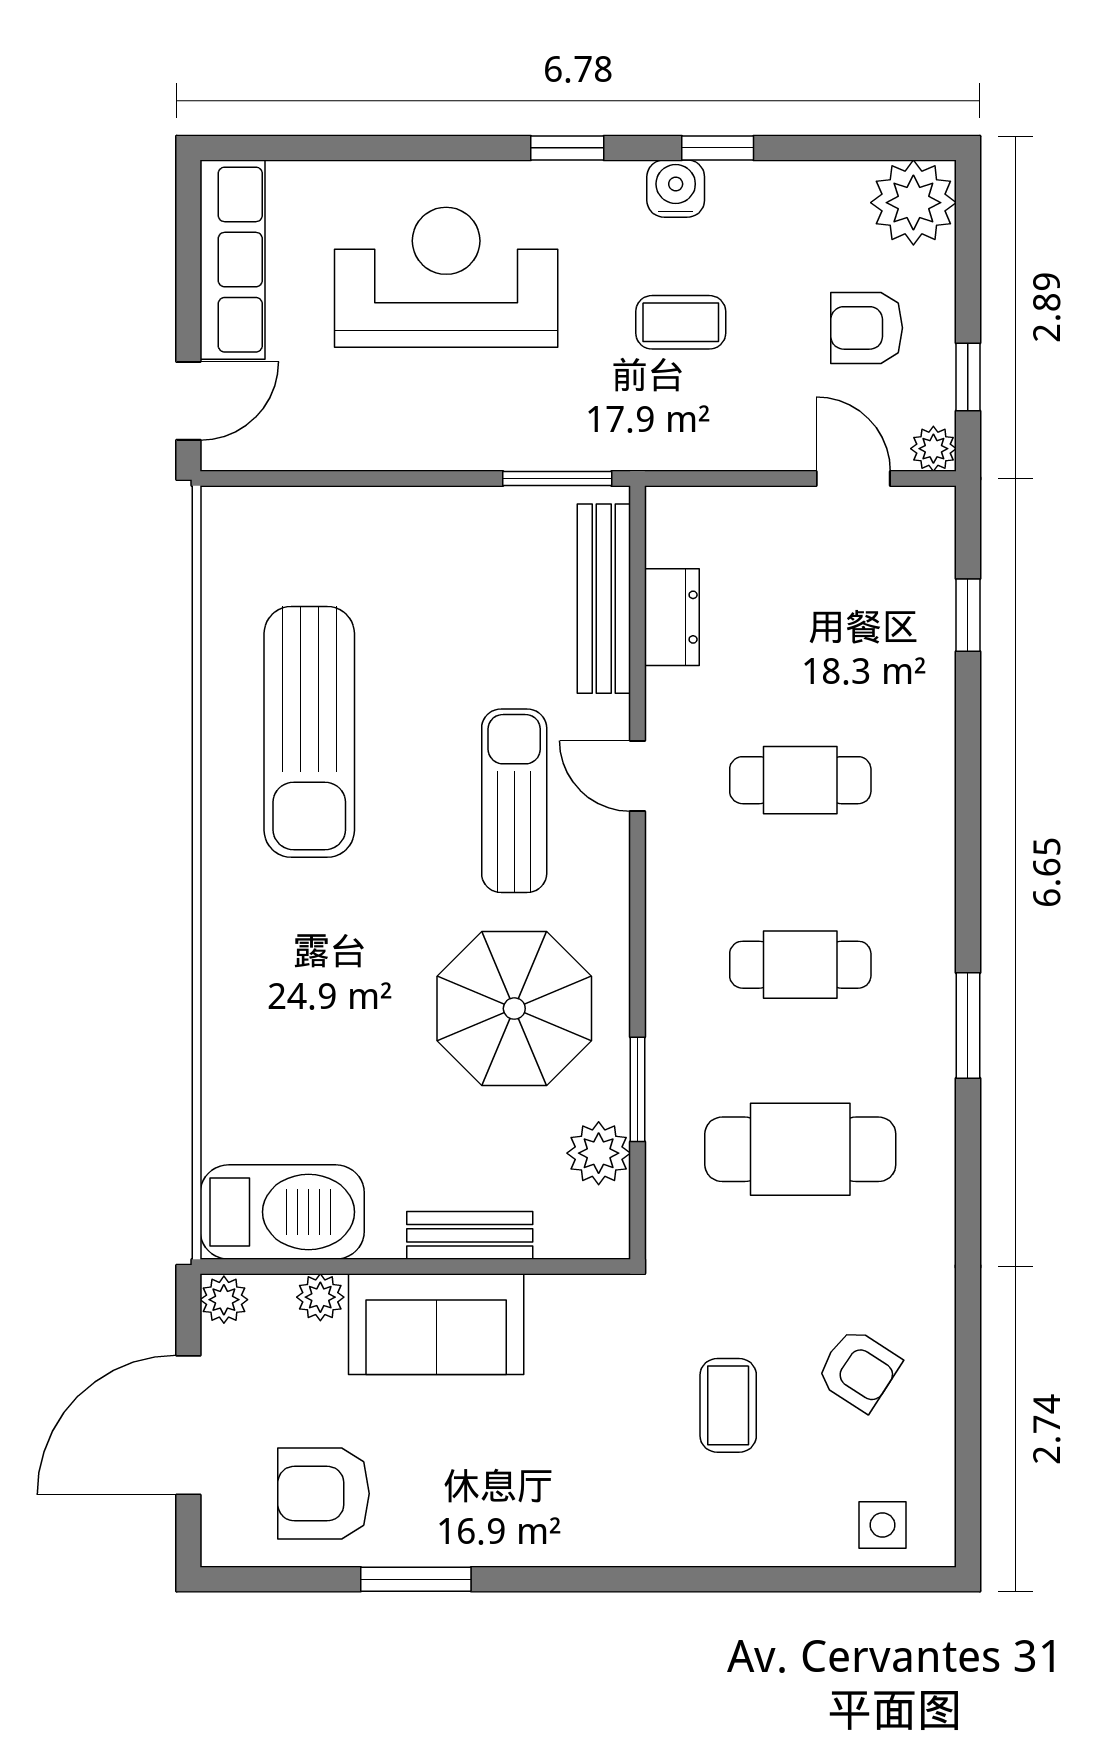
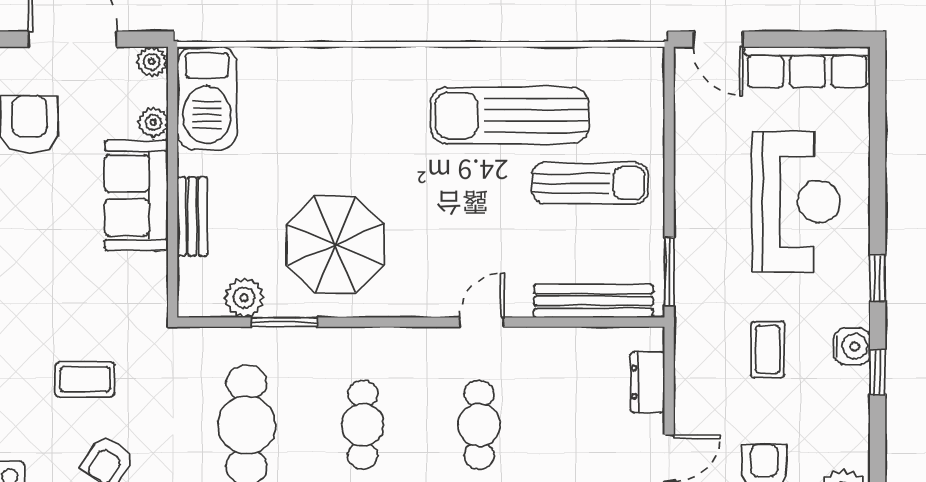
dresser: (672, 617) -> (648, 382), moved, turned 90
sun lounger: (514, 801) -> (590, 183), moved

